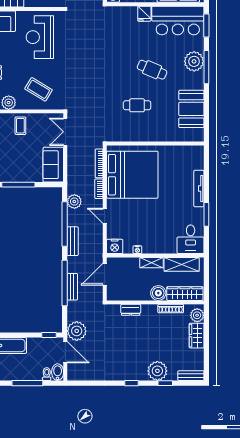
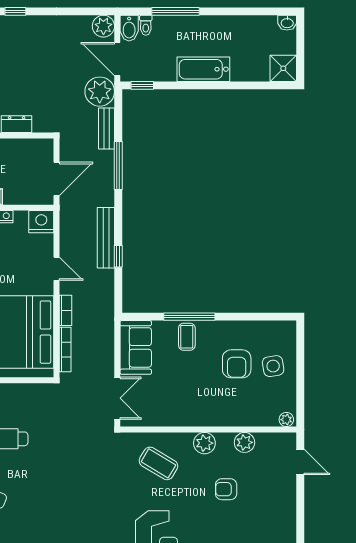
coffee table: (20, 126) -> (187, 337), moved
plant: (74, 202) -> (103, 26), moved
window: (65, 224) -> (118, 256), width x0.32
bench: (73, 241) -> (106, 238), width x1.36
window: (65, 283) -> (118, 165), width x0.68
bench: (72, 287) -> (107, 128), moved

